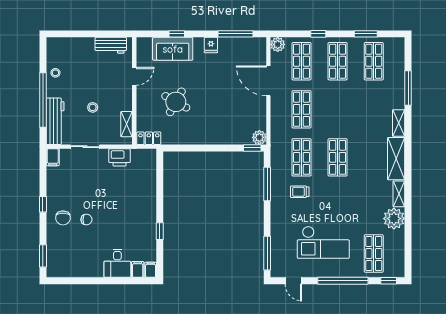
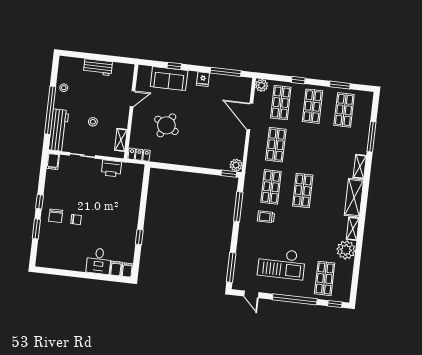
workbench: (111, 45) -> (98, 67), moved
window: (43, 256) -> (36, 229), moved

